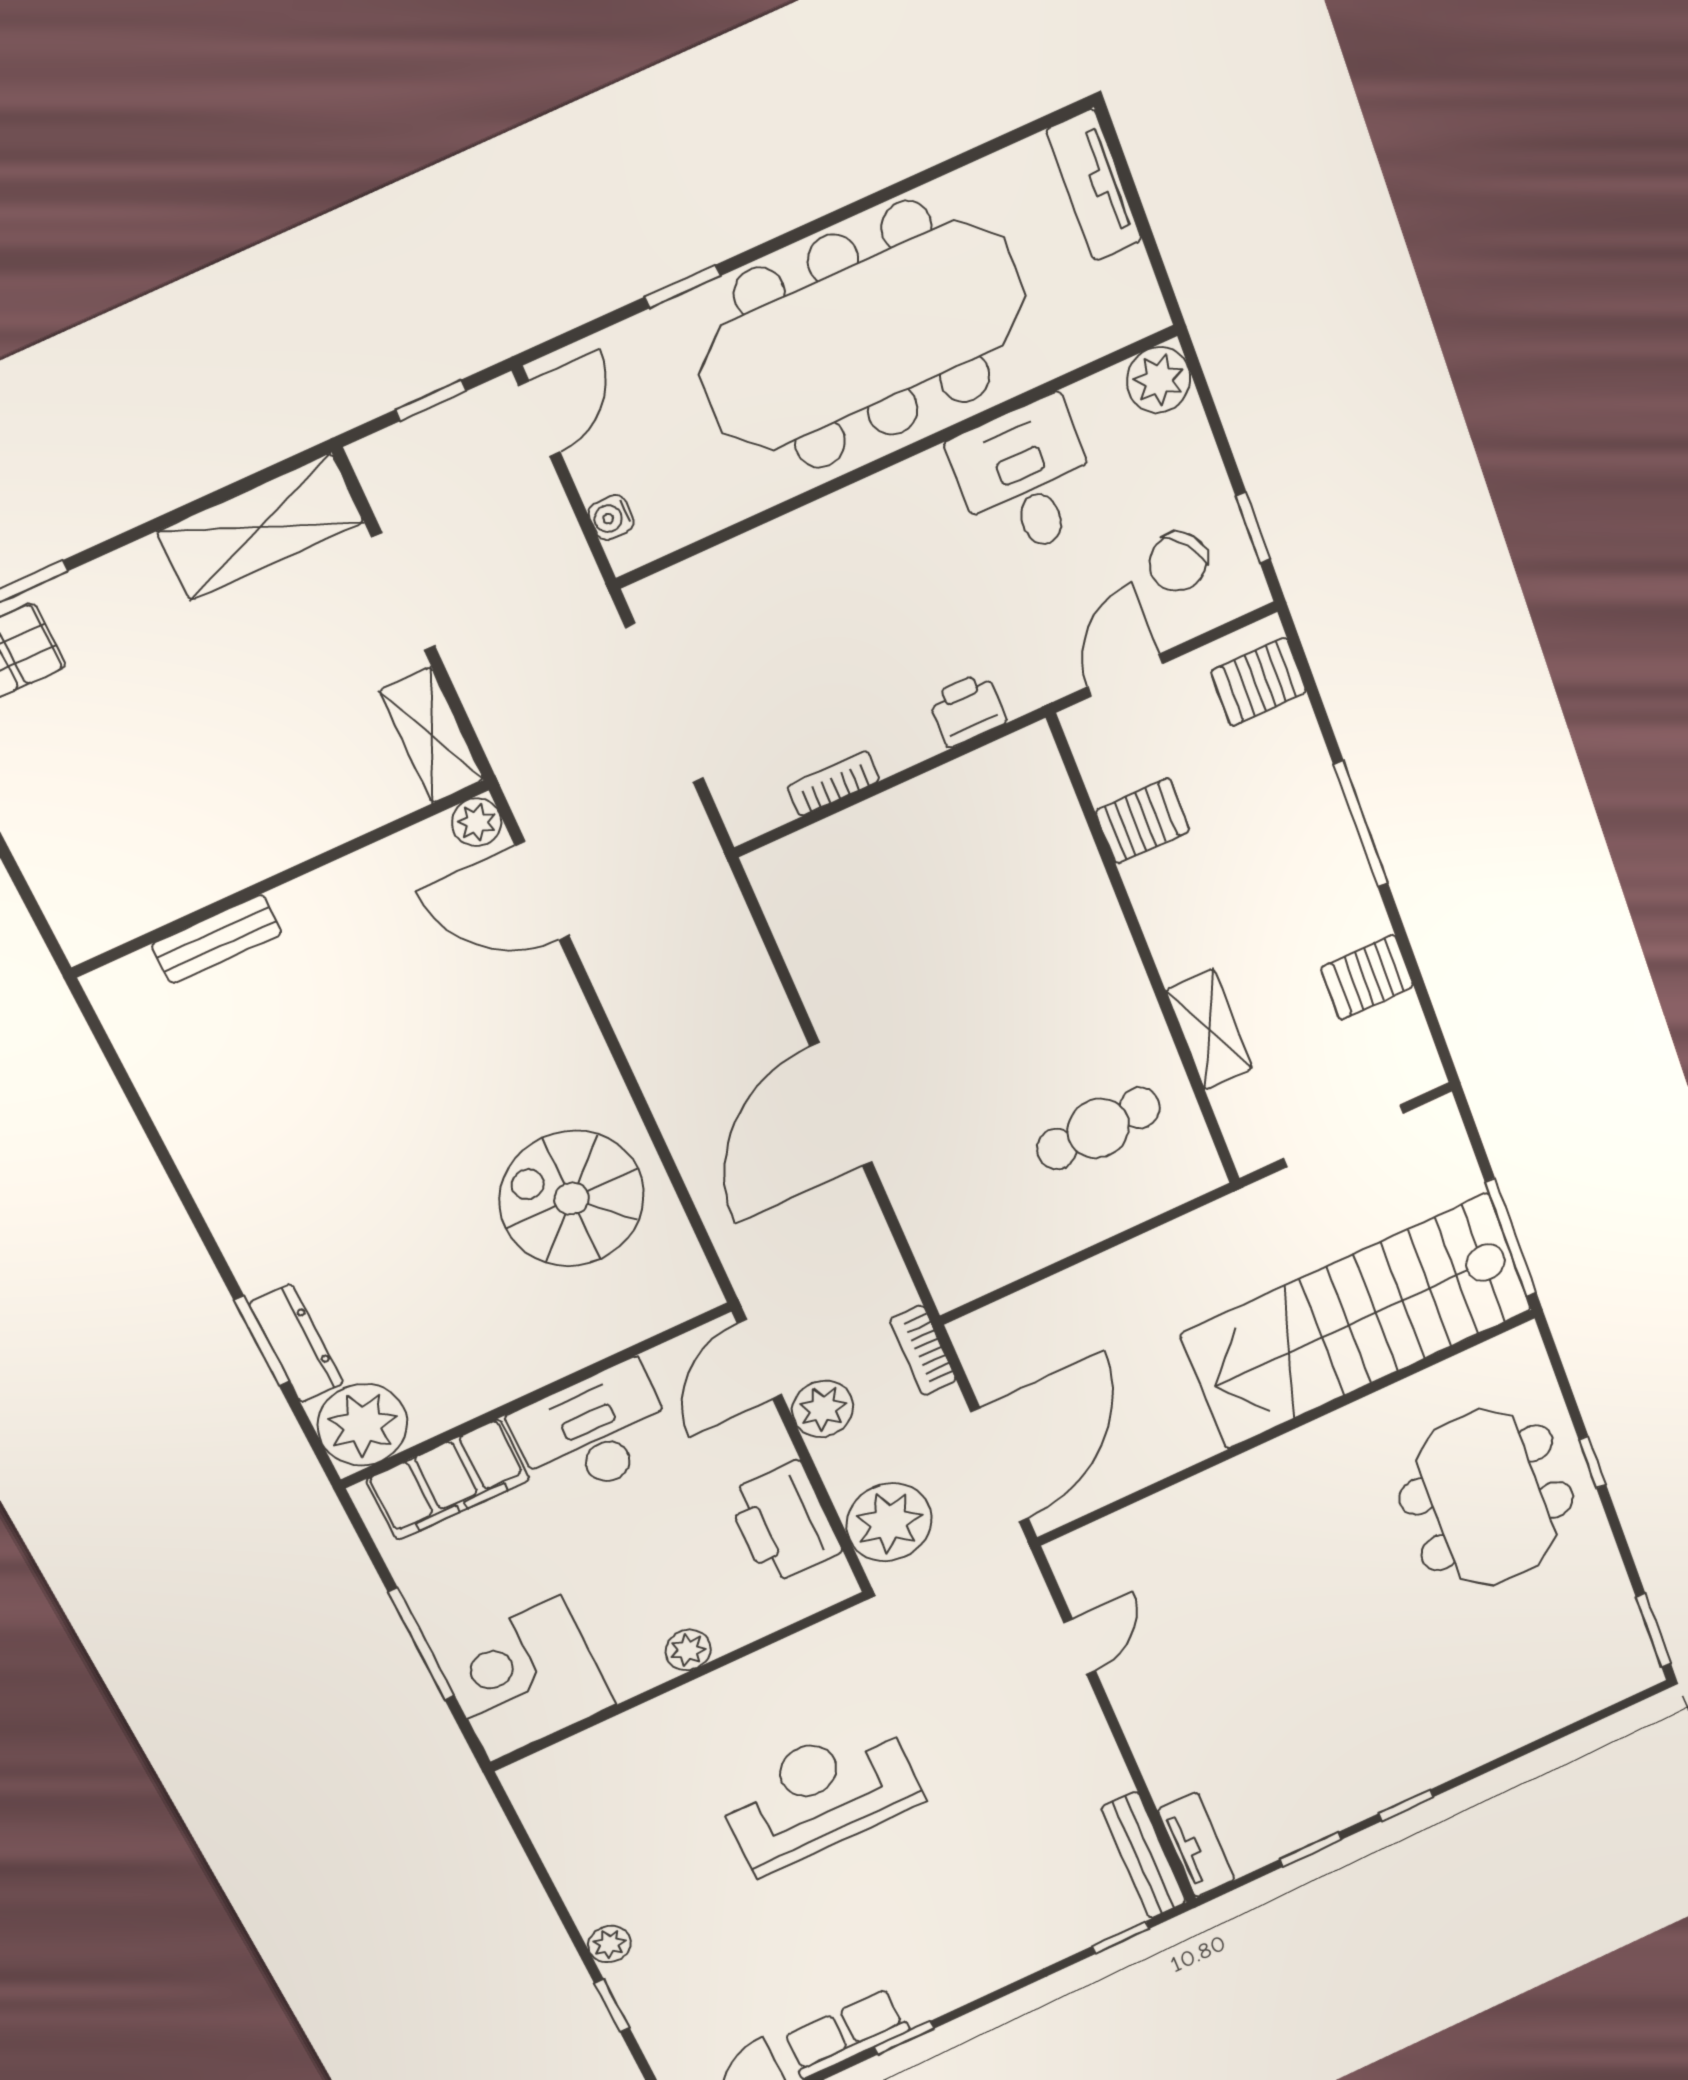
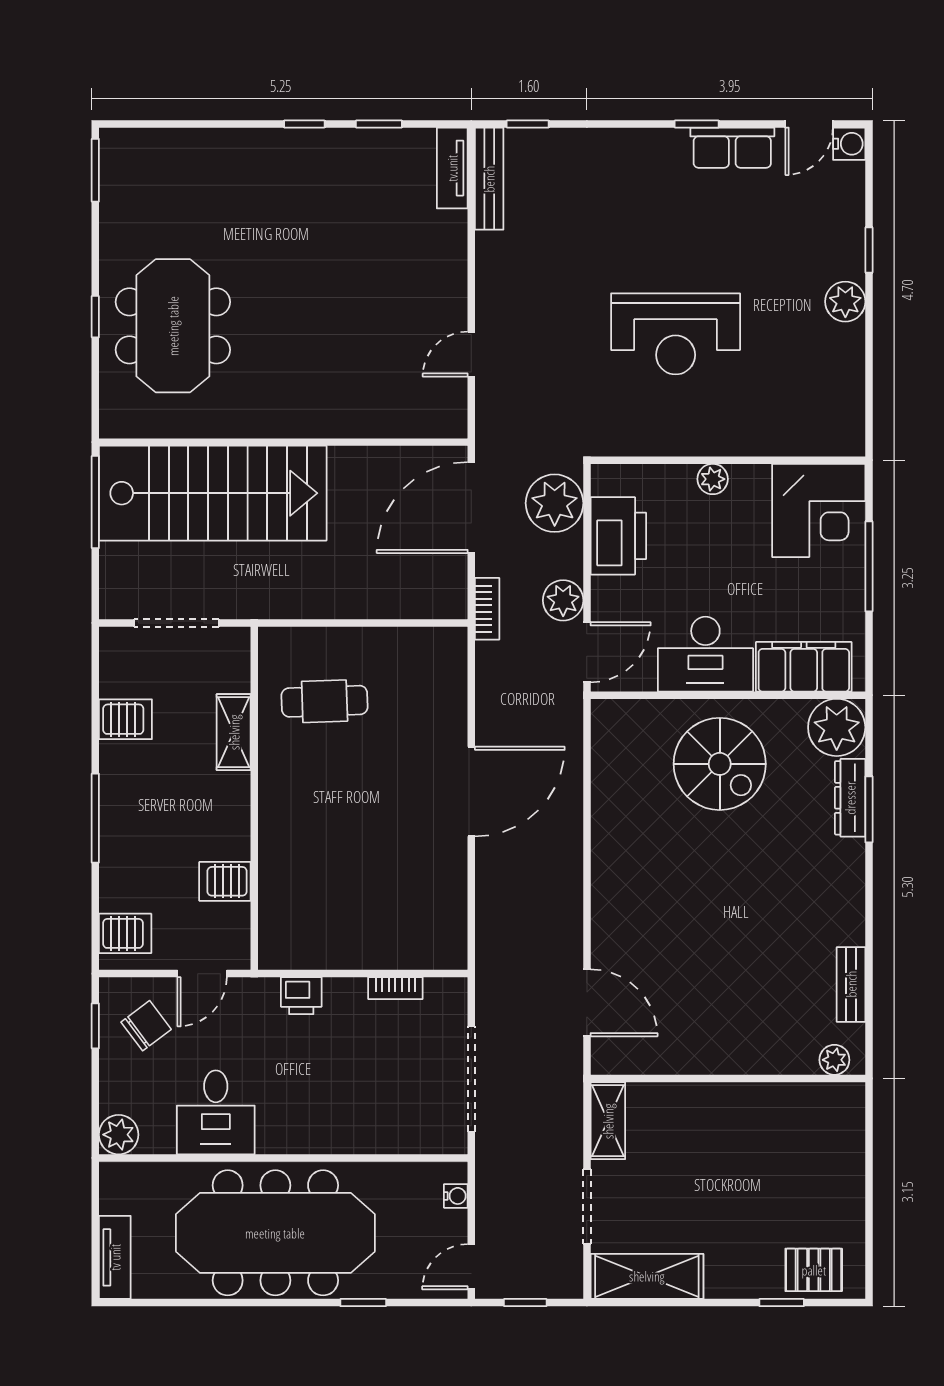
plant: (477, 822) -> (834, 1060), moved
bench: (217, 939) -> (851, 984), moved, turned 90
spiral stairs: (572, 1198) -> (720, 764), moved
plant: (609, 1944) -> (845, 302), width x1.38, depth x1.38

